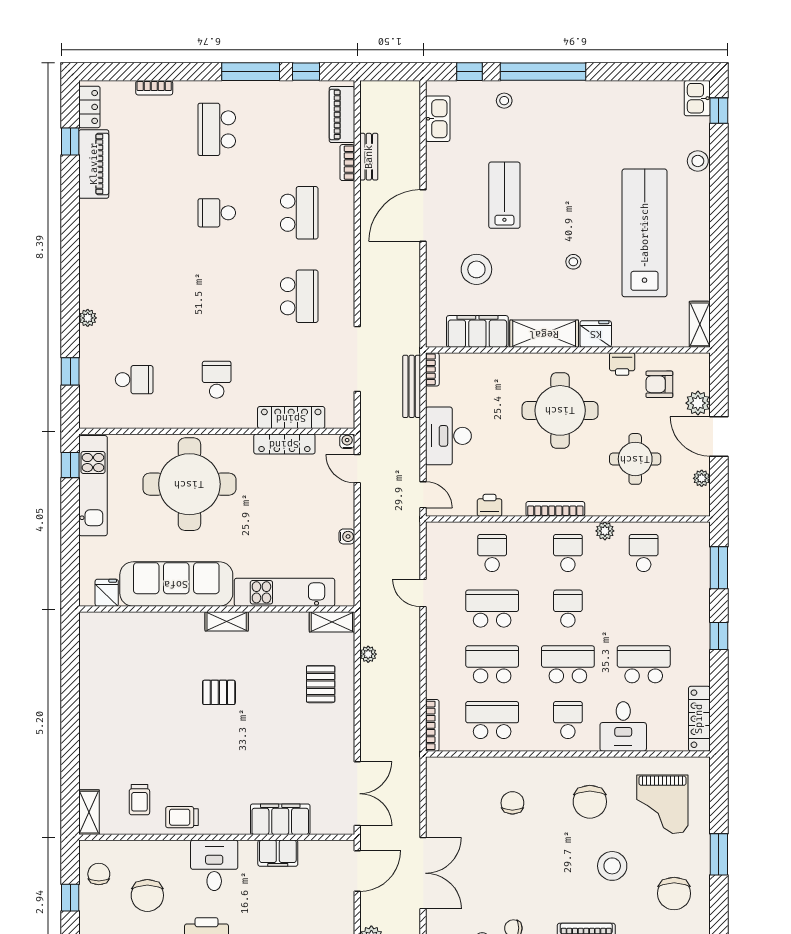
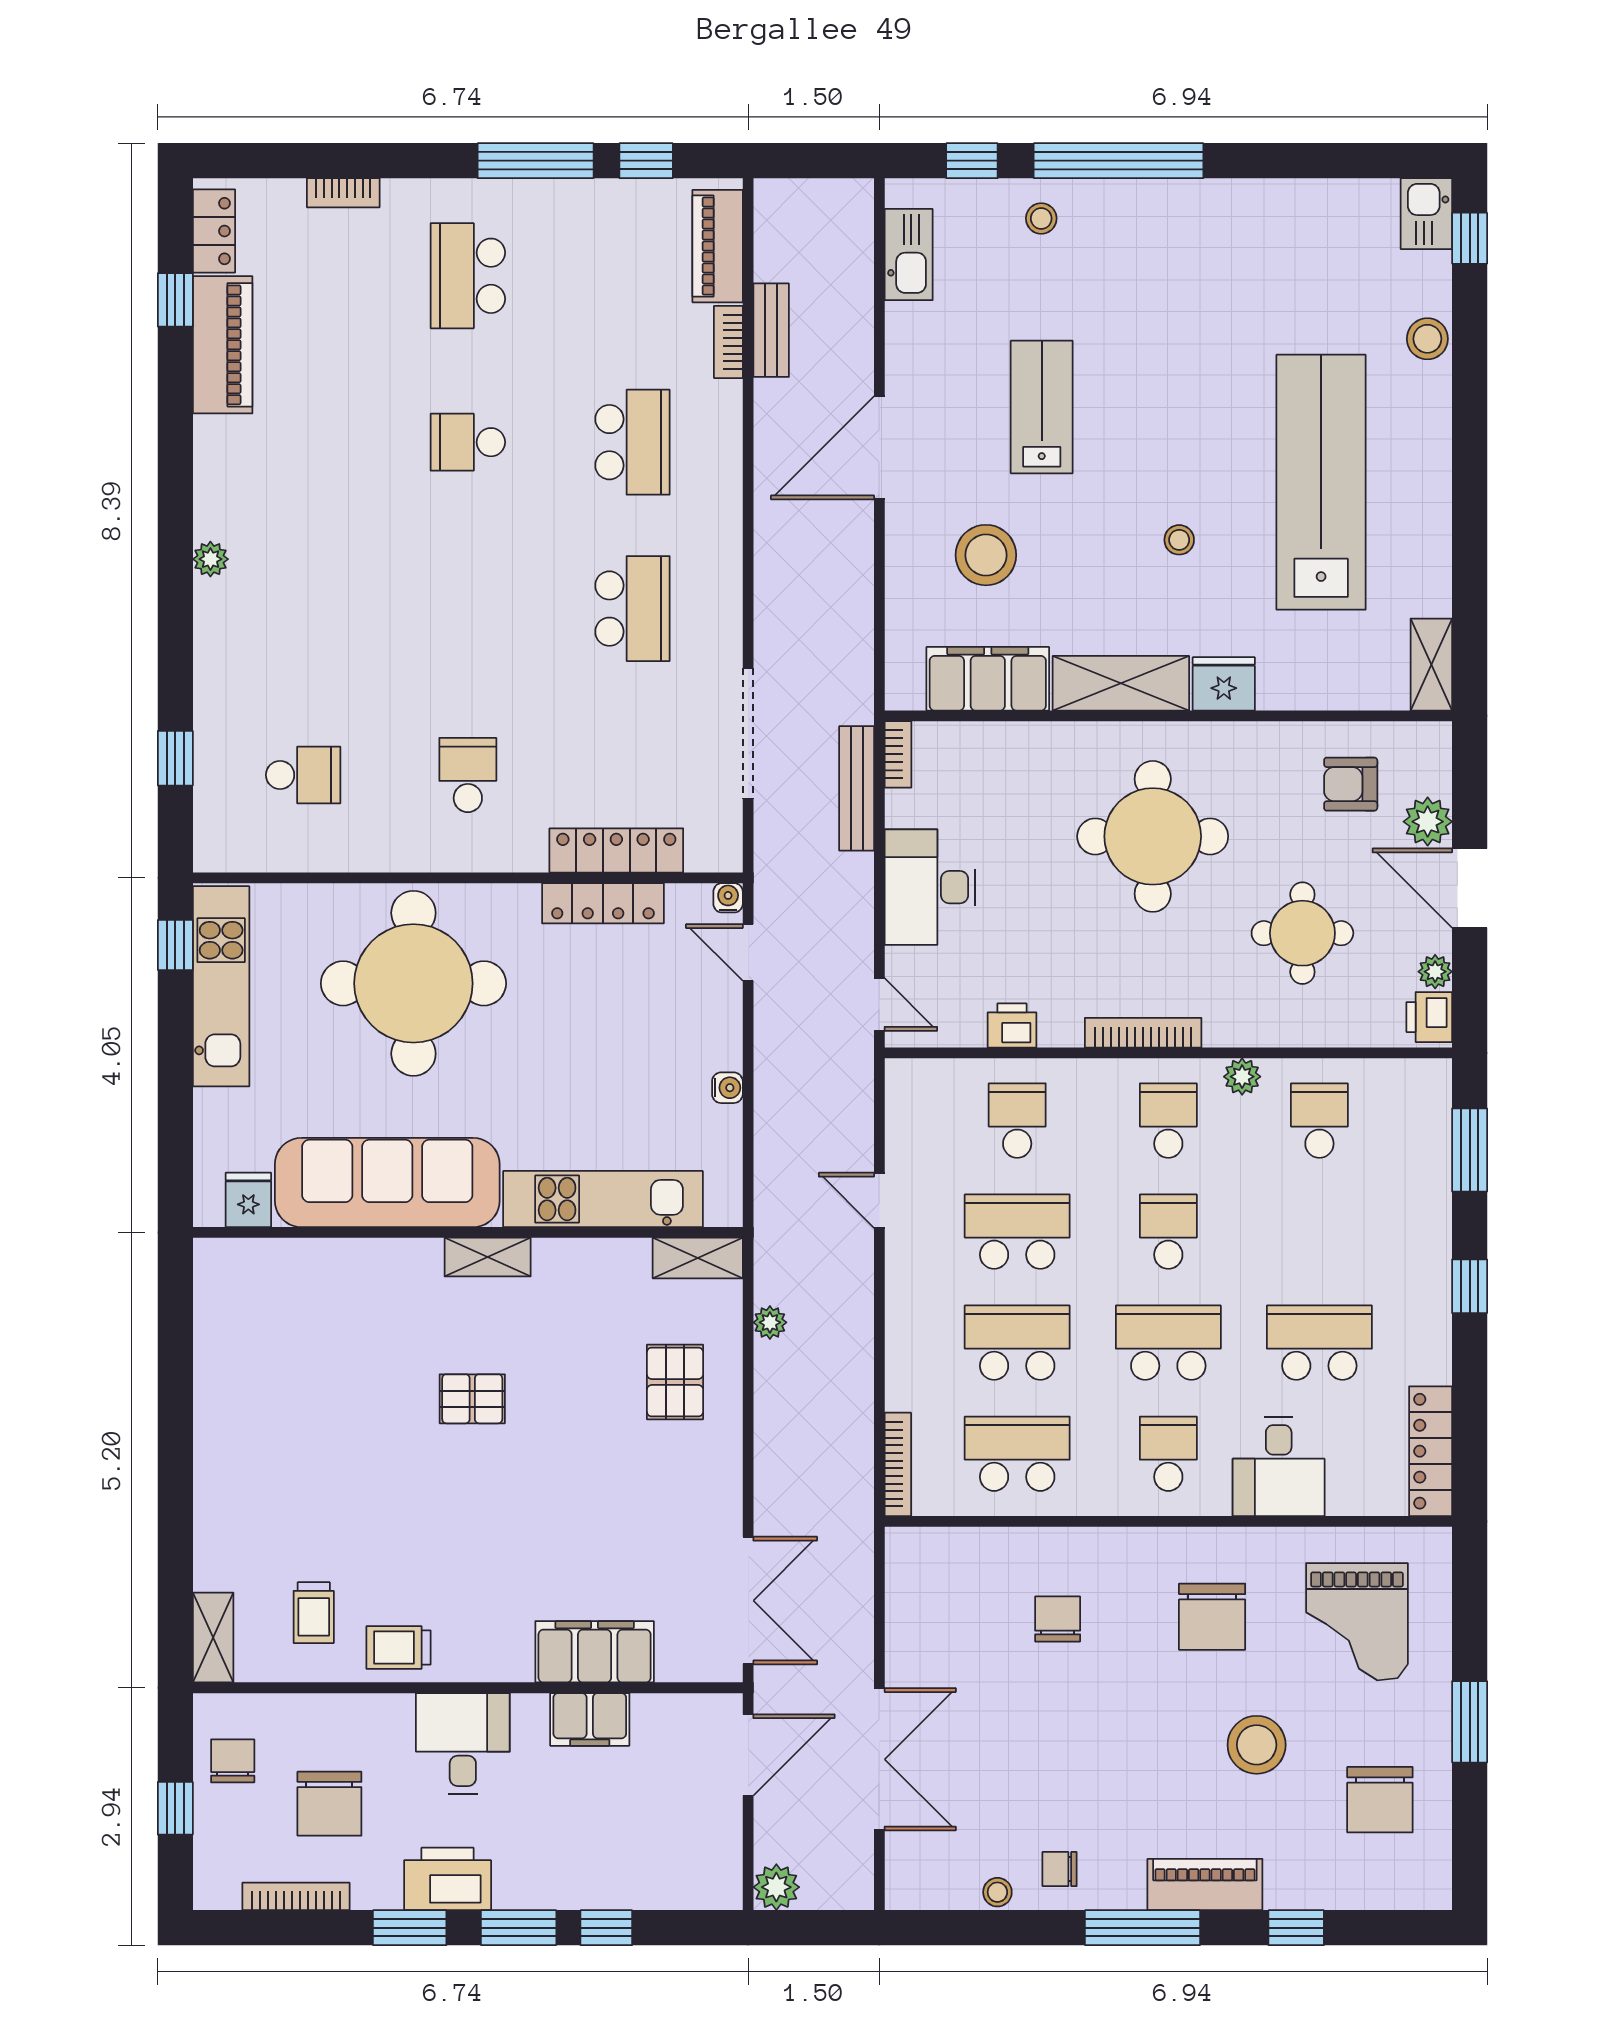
plant: (88, 318) -> (210, 559), moved
printer: (622, 364) -> (1429, 1017), moved, turned 90

